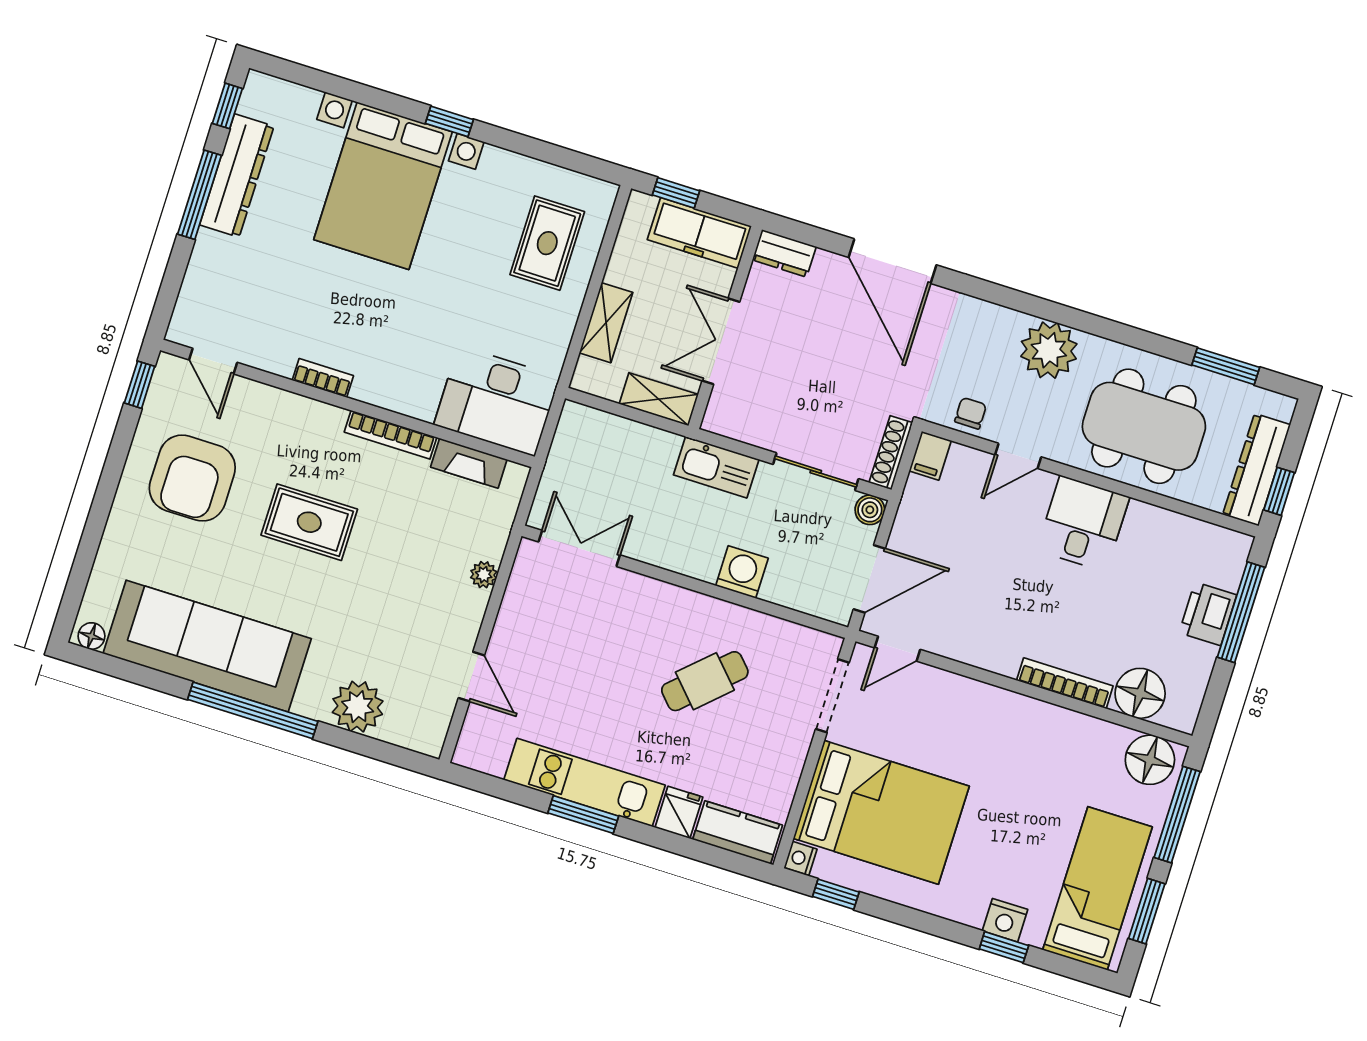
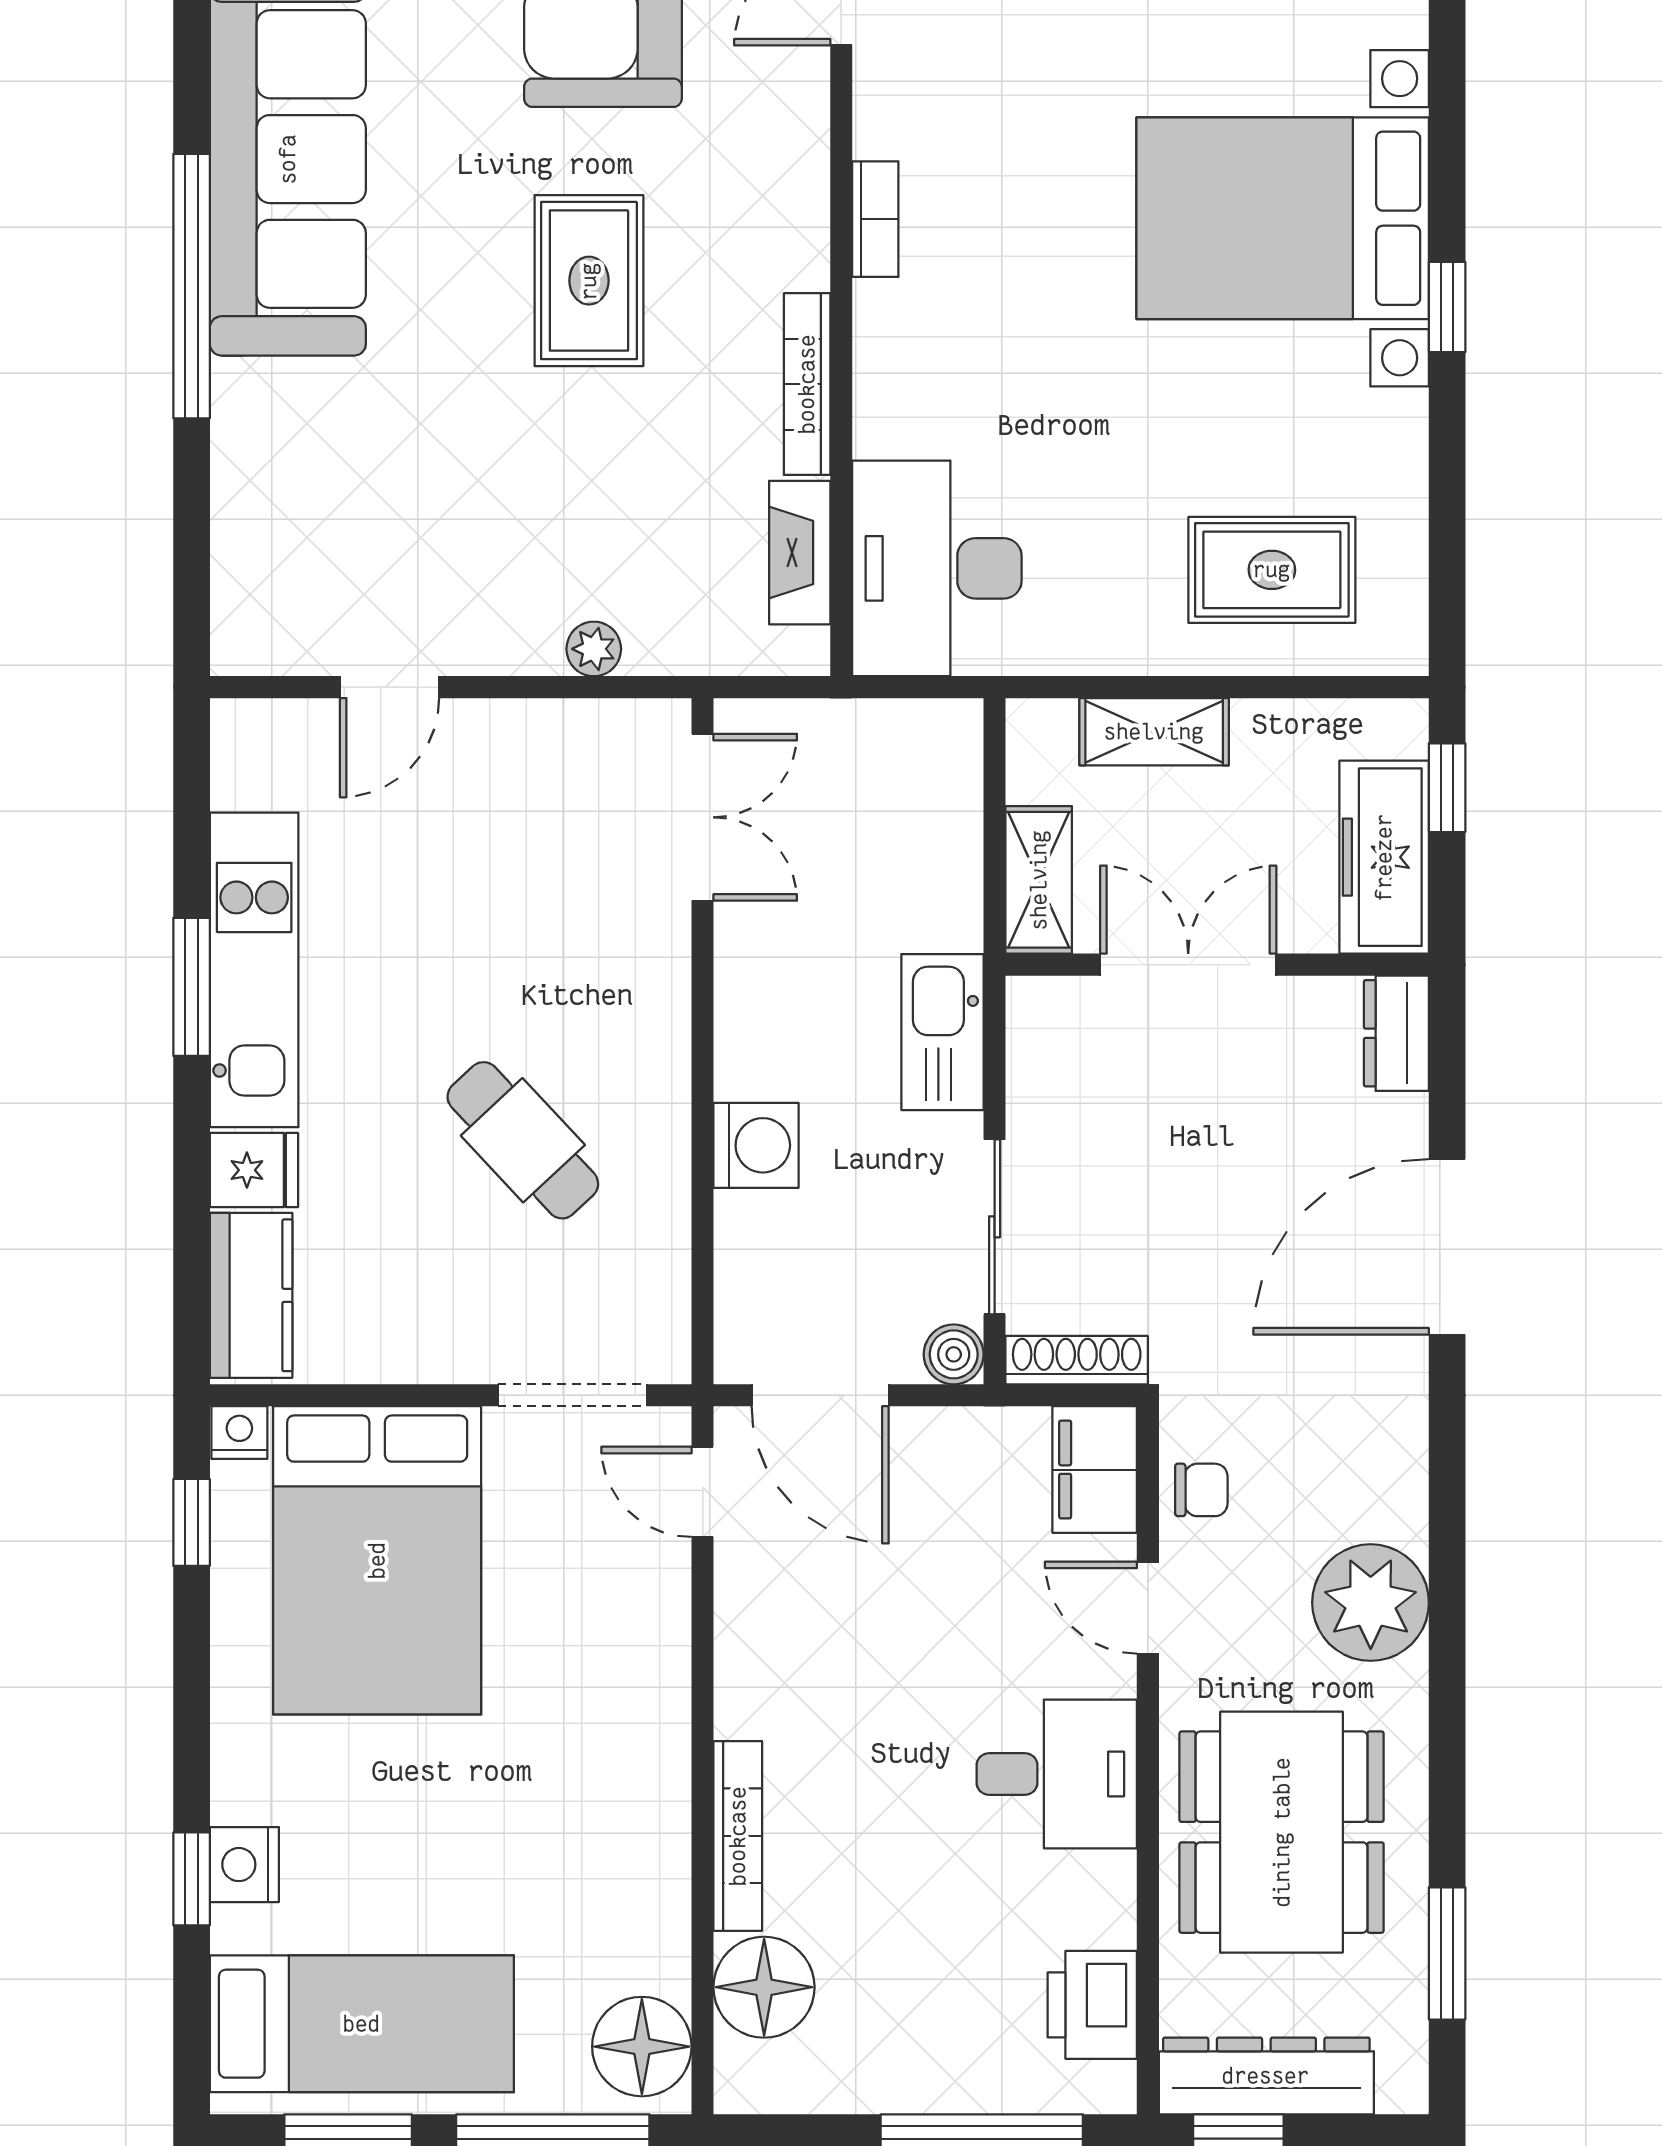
filing cabinet: (930, 456) -> (1095, 1470), width x2.00
printer: (1208, 614) -> (1092, 2005), moved, turned -90
plant: (358, 707) -> (263, 486), removed

